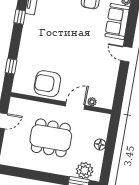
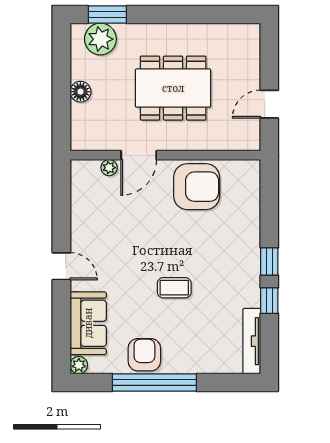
coffee table: (69, 32) -> (174, 288), added
window: (11, 66) -> (269, 261), moved

